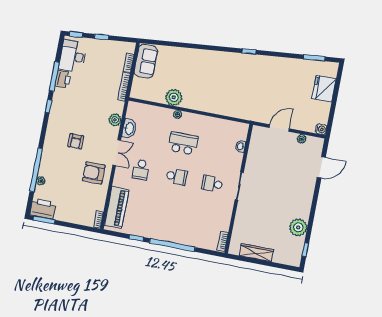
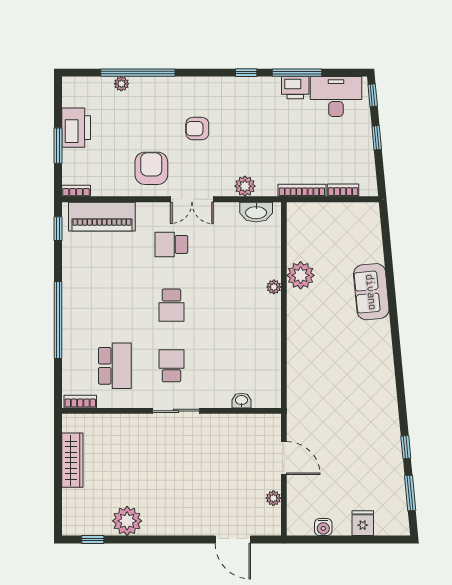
window: (249, 51) -> (406, 447), moved
sofa: (146, 61) -> (371, 292), moved, turned 85
fridge: (324, 89) -> (363, 523), width x0.53, depth x0.75
washbasin: (129, 128) -> (256, 212), moved
water cooler: (321, 129) -> (323, 527), moved
school desk: (183, 143) -> (115, 366), moved
printer: (43, 209) -> (76, 128), moved
window: (44, 220) -> (58, 146), moved
window: (136, 238) -> (58, 229), moved

